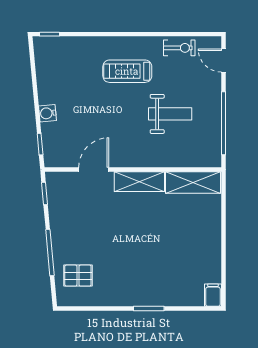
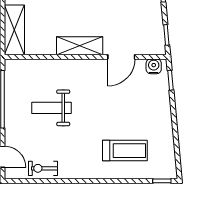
treadmill: (127, 71) -> (125, 151), moved
water cooler: (48, 113) -> (154, 66), moved, turned -85
shelving: (193, 183) -> (14, 30), moved, turned 90

